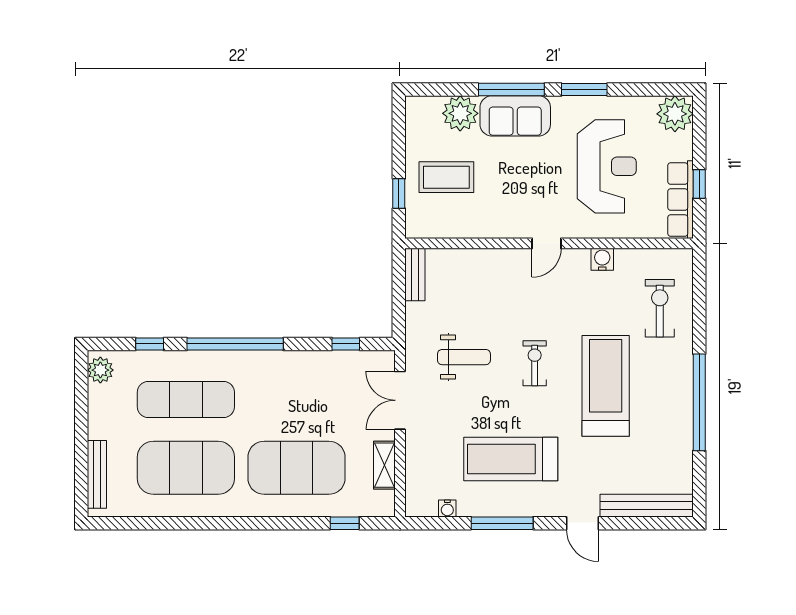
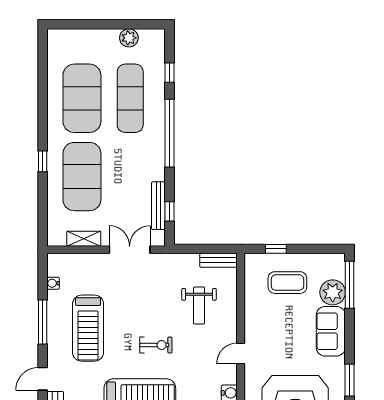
window: (511, 89) -> (349, 285), moved
coffee table: (446, 177) -> (287, 283), turned 90
door: (547, 243) -> (241, 353), hinge flipped
weight bench: (464, 357) -> (199, 306), moved
plant: (100, 370) -> (129, 38), moved
treadmill: (511, 459) -> (88, 328), turned 180
bench: (97, 474) -> (158, 206), moved, turned 90
window: (345, 523) -> (43, 161), moved

